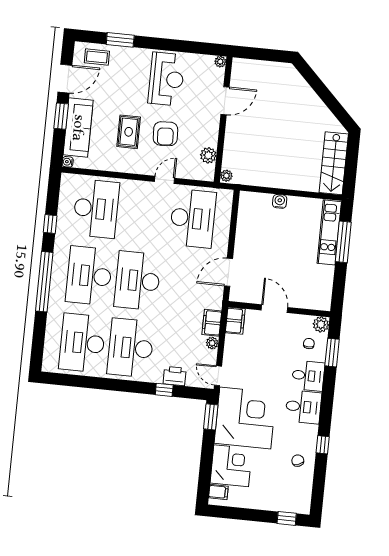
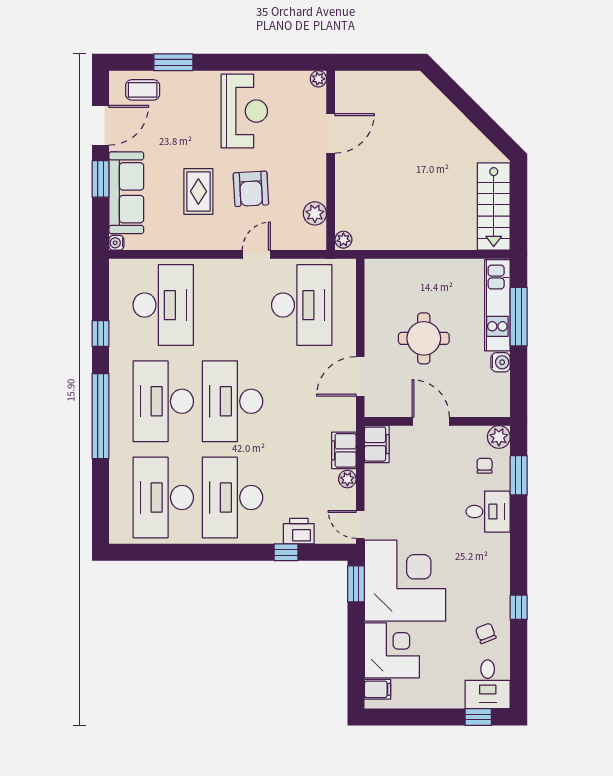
water cooler: (280, 201) -> (501, 362), moved, turned 90
round table: (275, 250) -> (424, 338), added
desk: (303, 407) -> (488, 684), moved, turned 90

